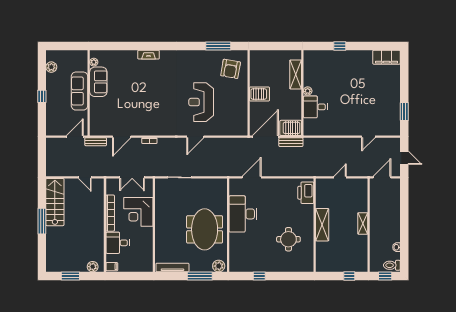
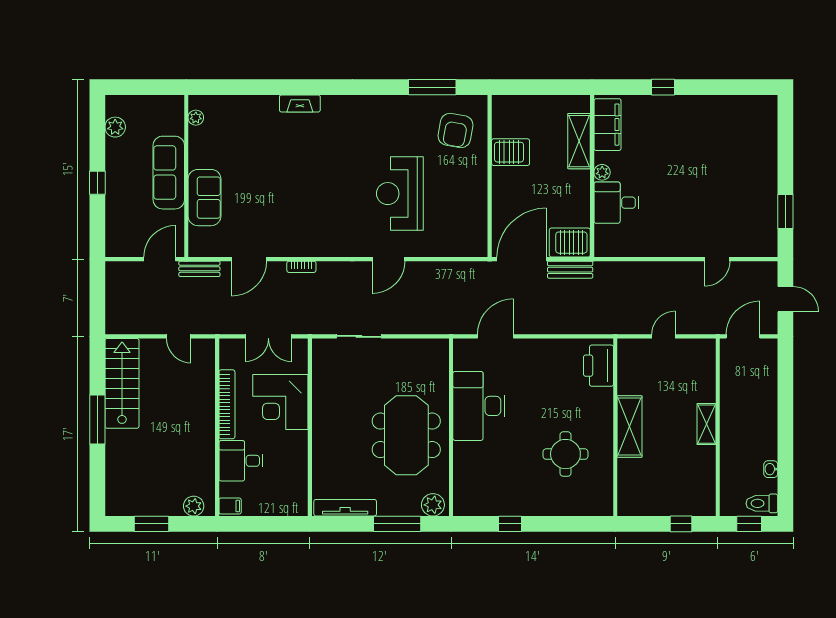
filing cabinet: (387, 57) -> (608, 125), moved, turned -90
sofa: (98, 82) -> (204, 198), moved
server rack: (260, 94) -> (511, 152), moved

